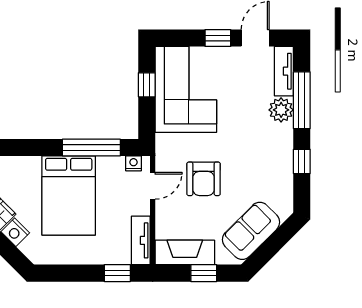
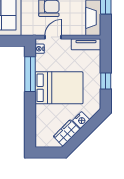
door: (153, 186) -> (53, 37), hinge flipped
window: (117, 273) -> (106, 81), moved

